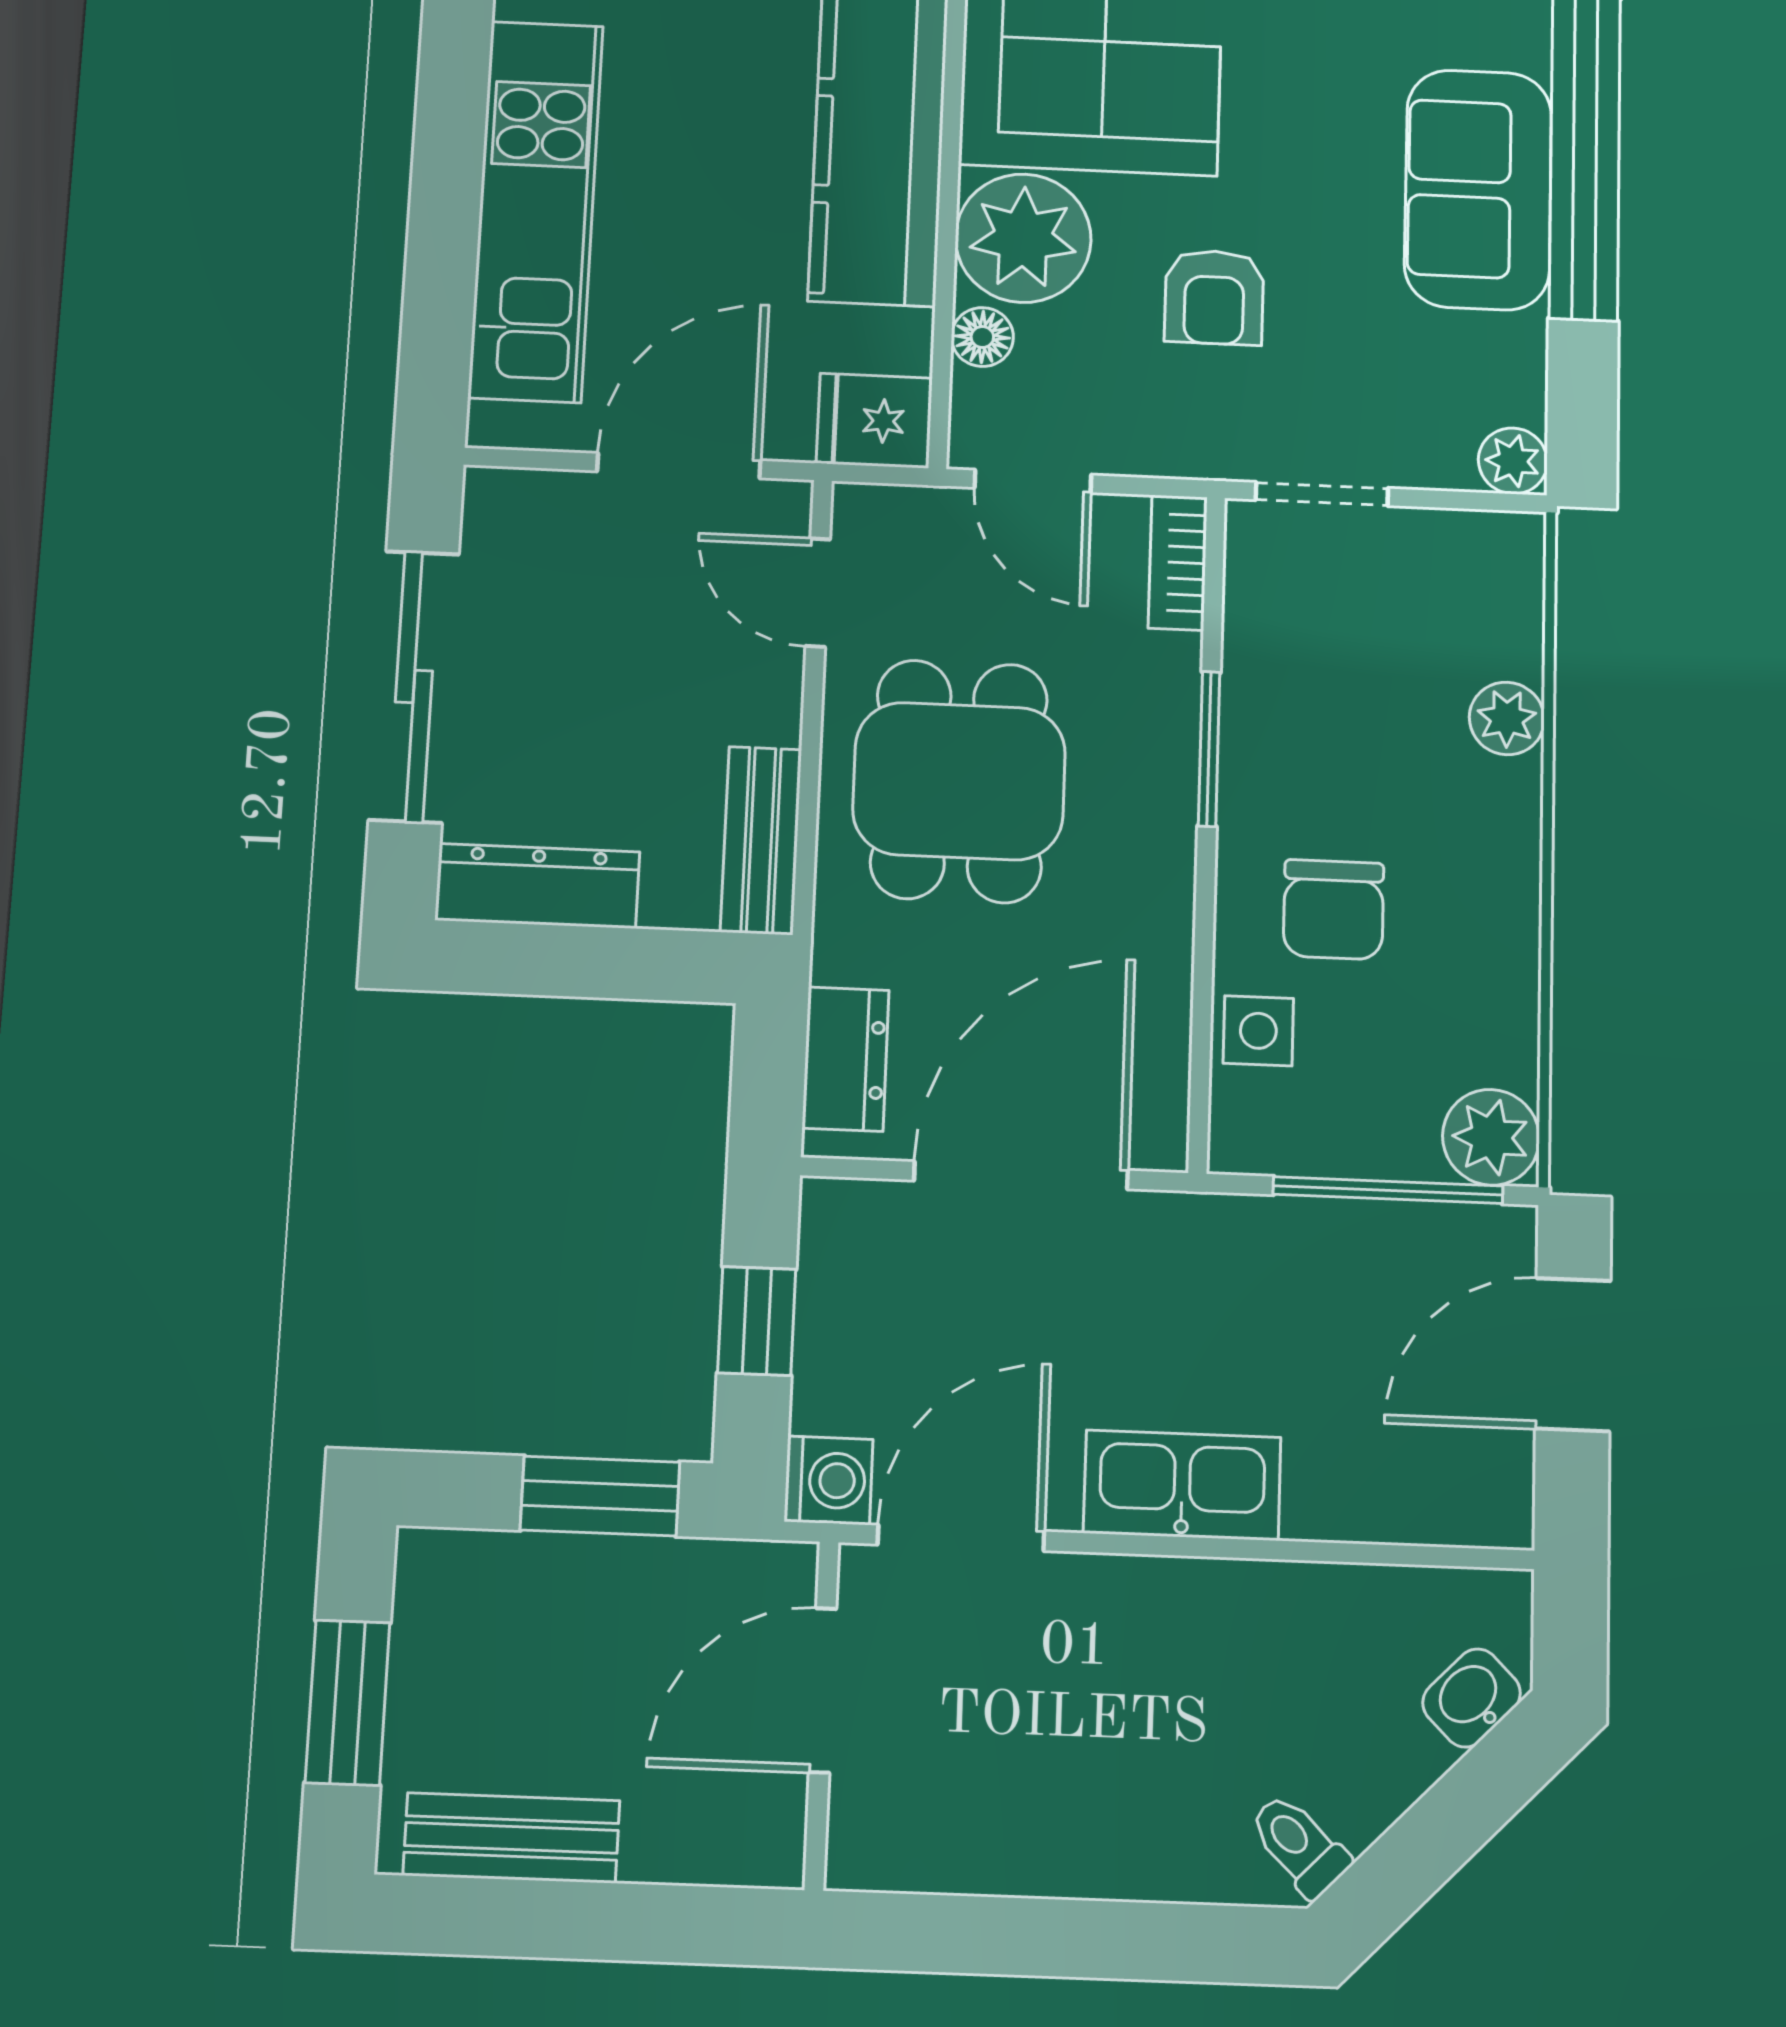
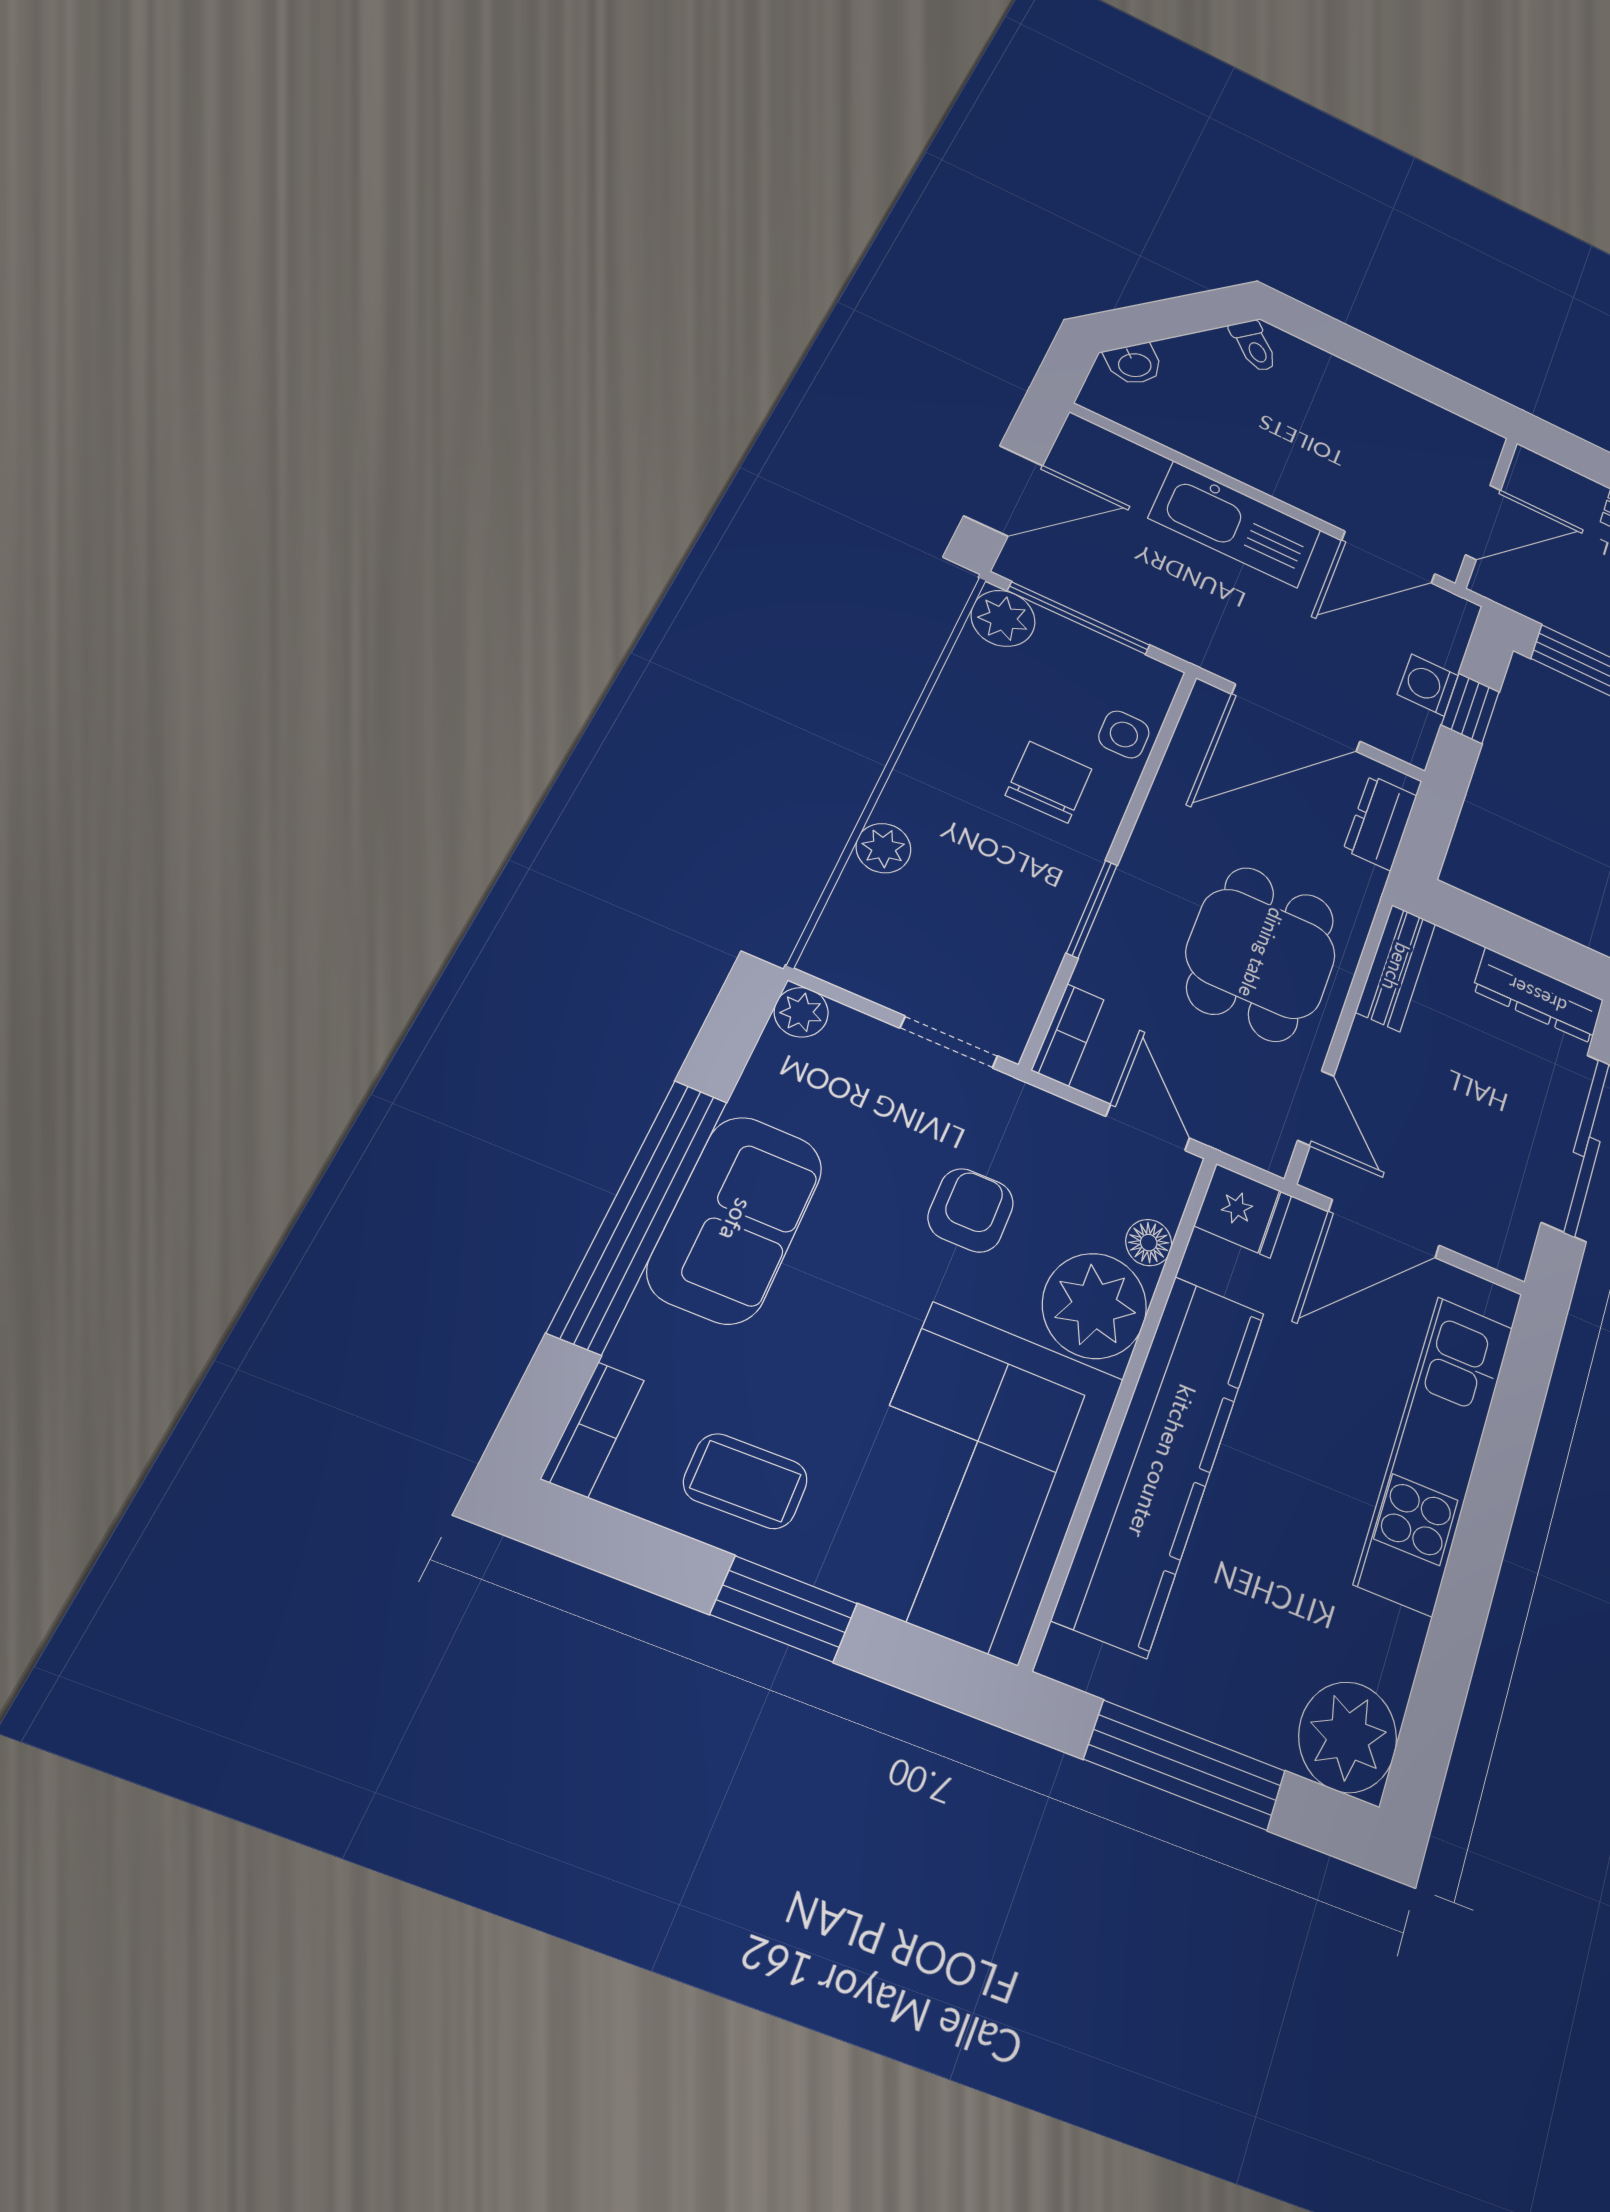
washing machine: (829, 1480) -> (1428, 685), moved
kitchen sink: (1182, 1485) -> (1235, 524), width x1.36, depth x1.24

